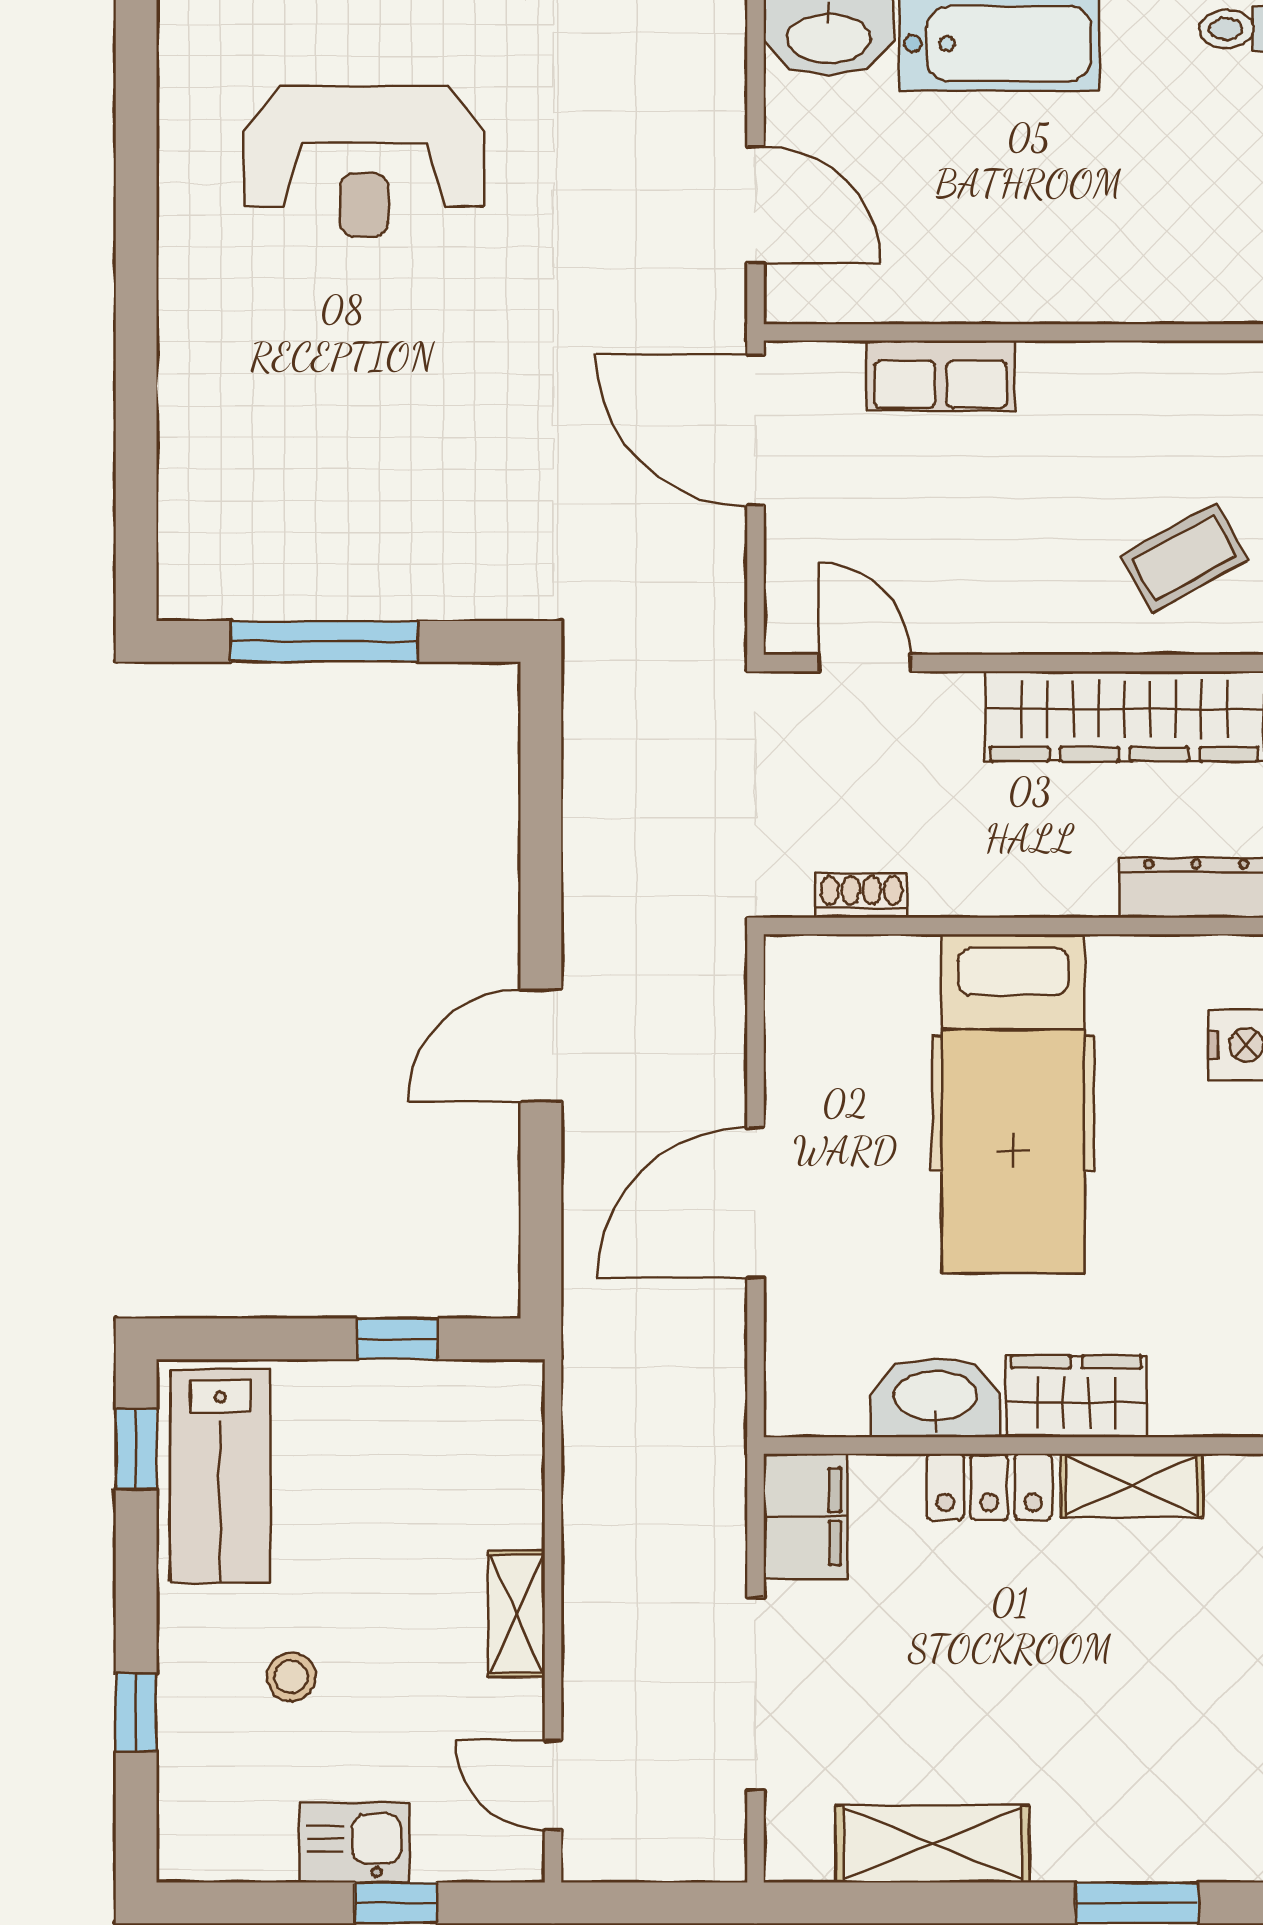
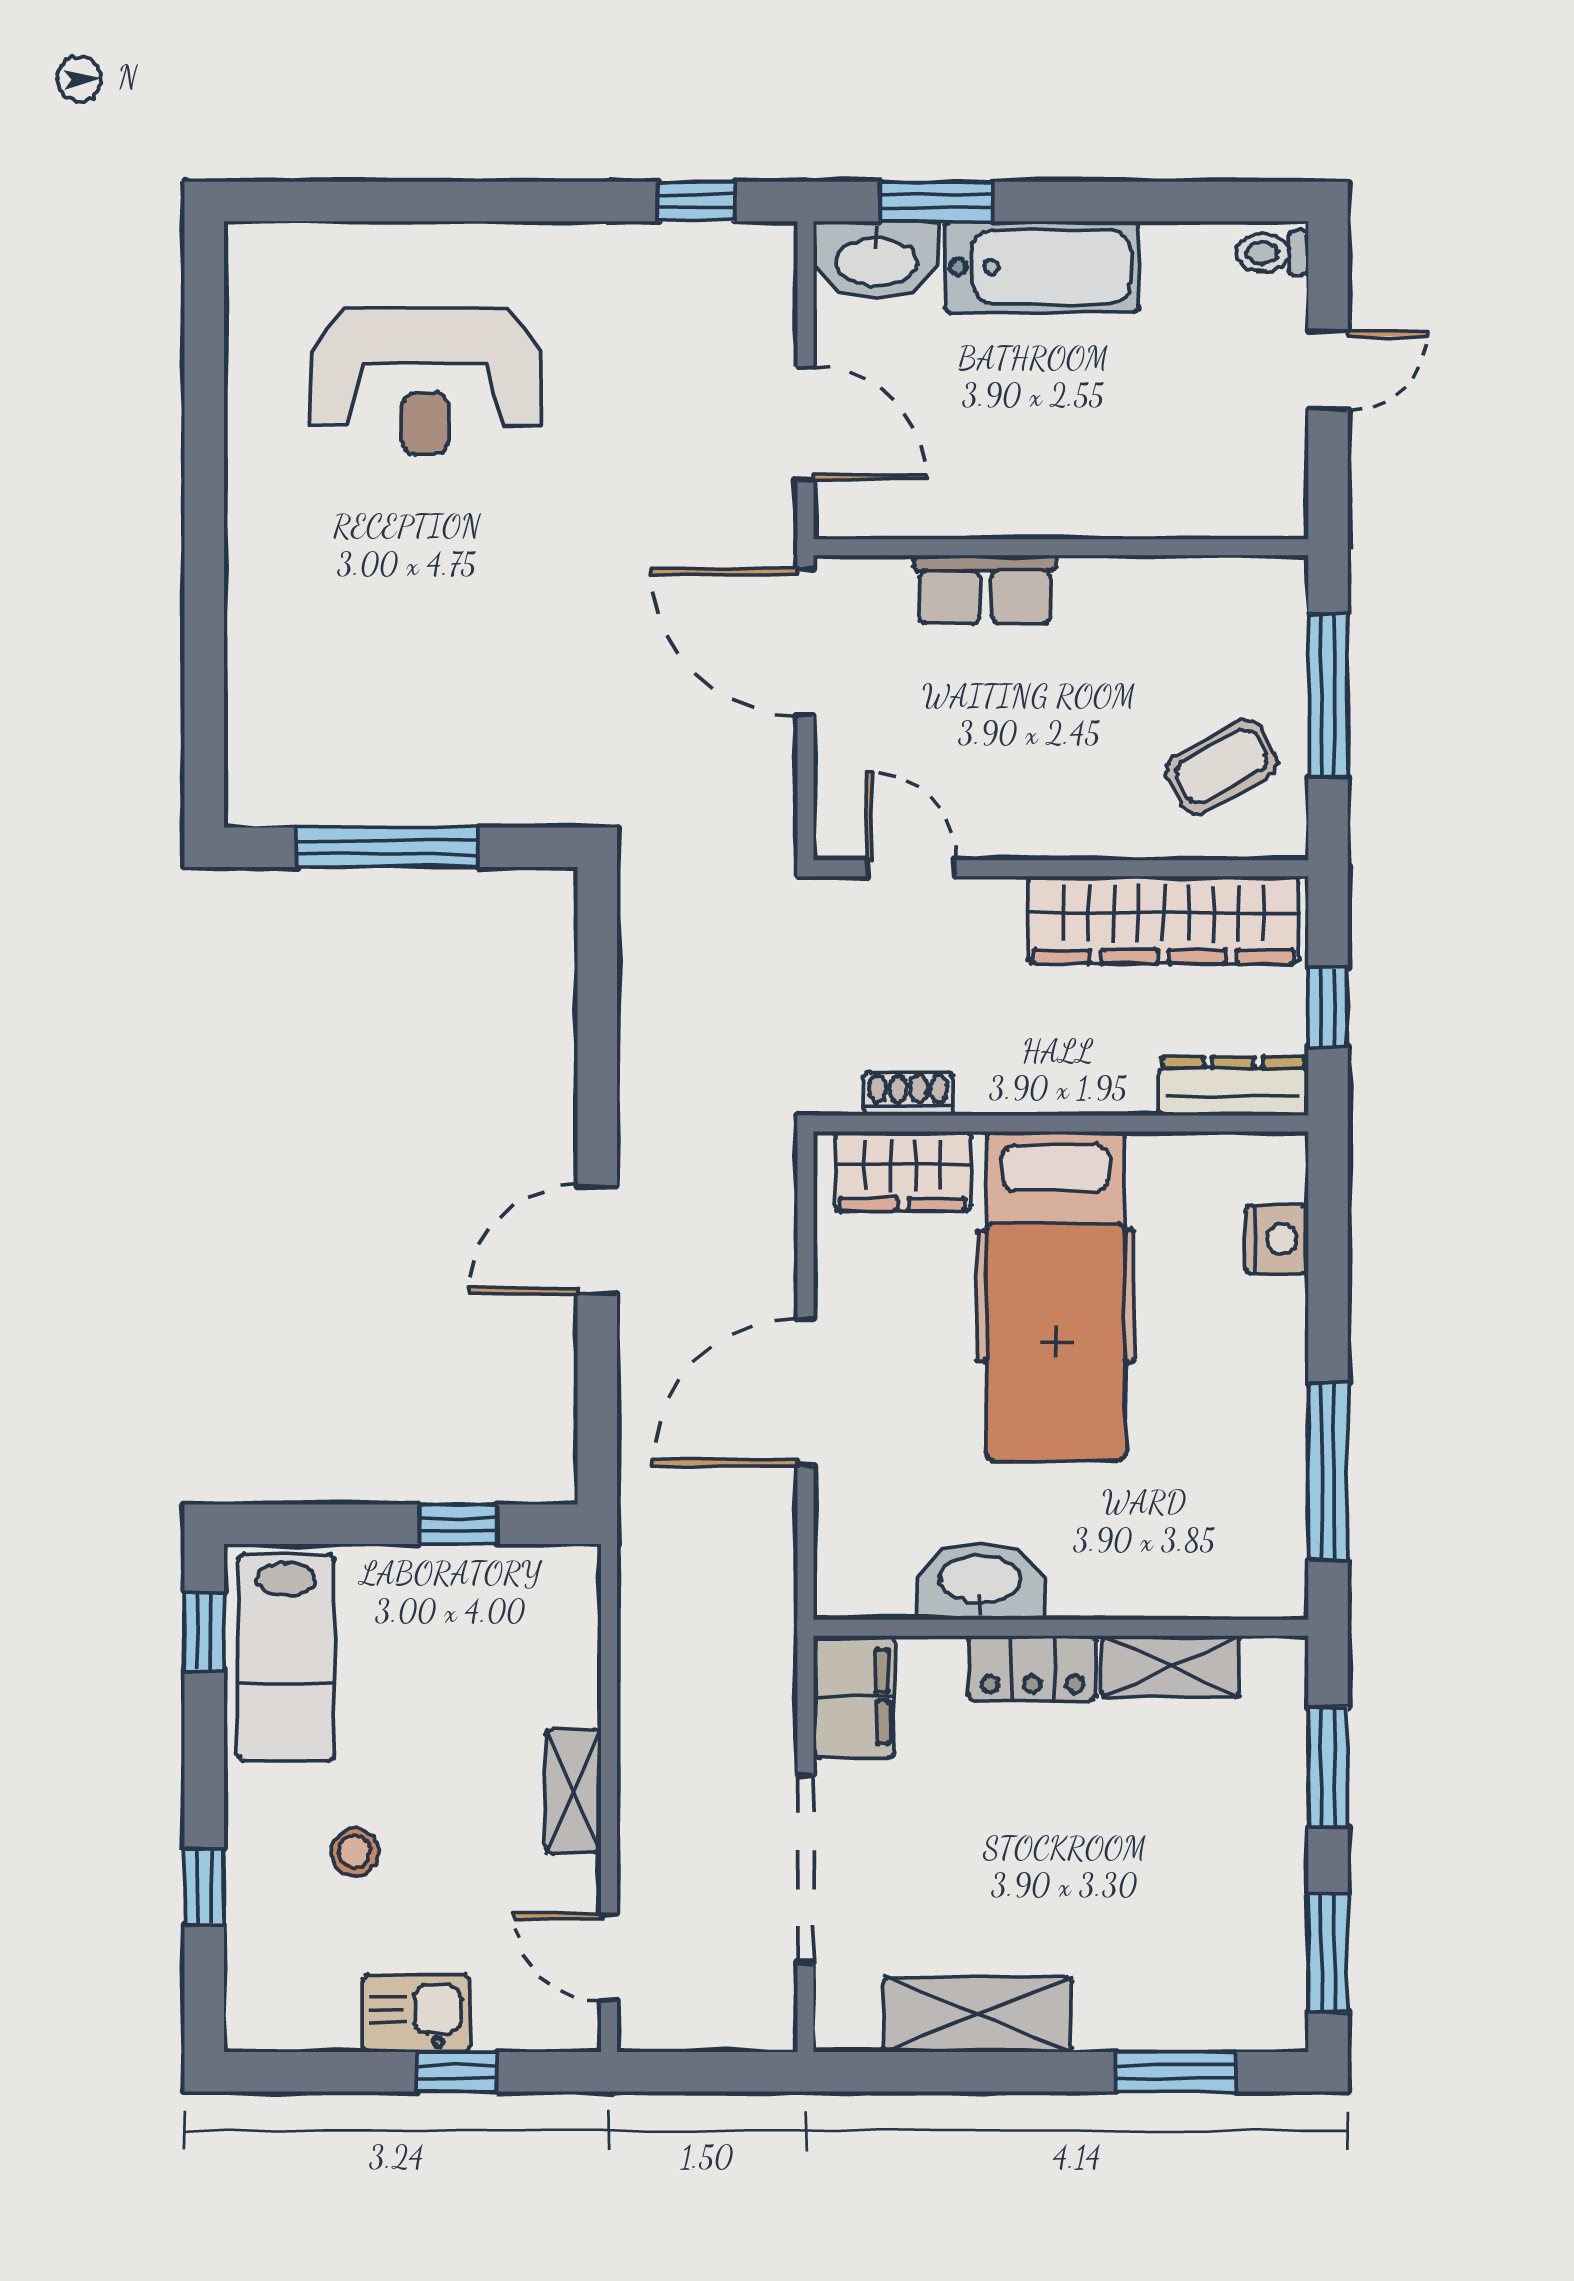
wardrobe: (1076, 1396) -> (903, 1171), moved, turned 180

